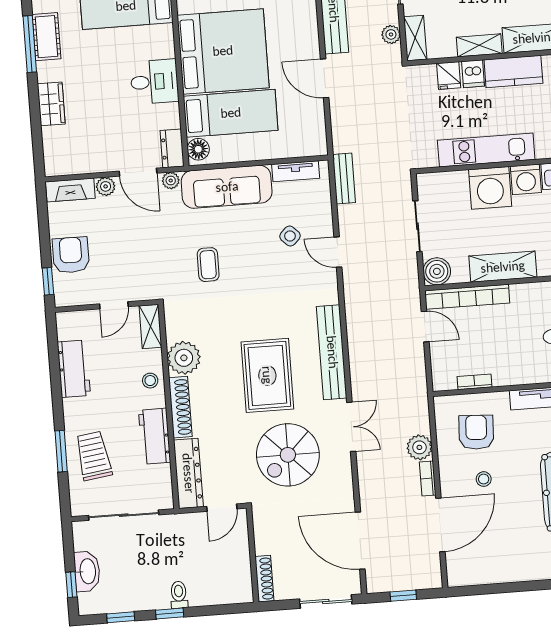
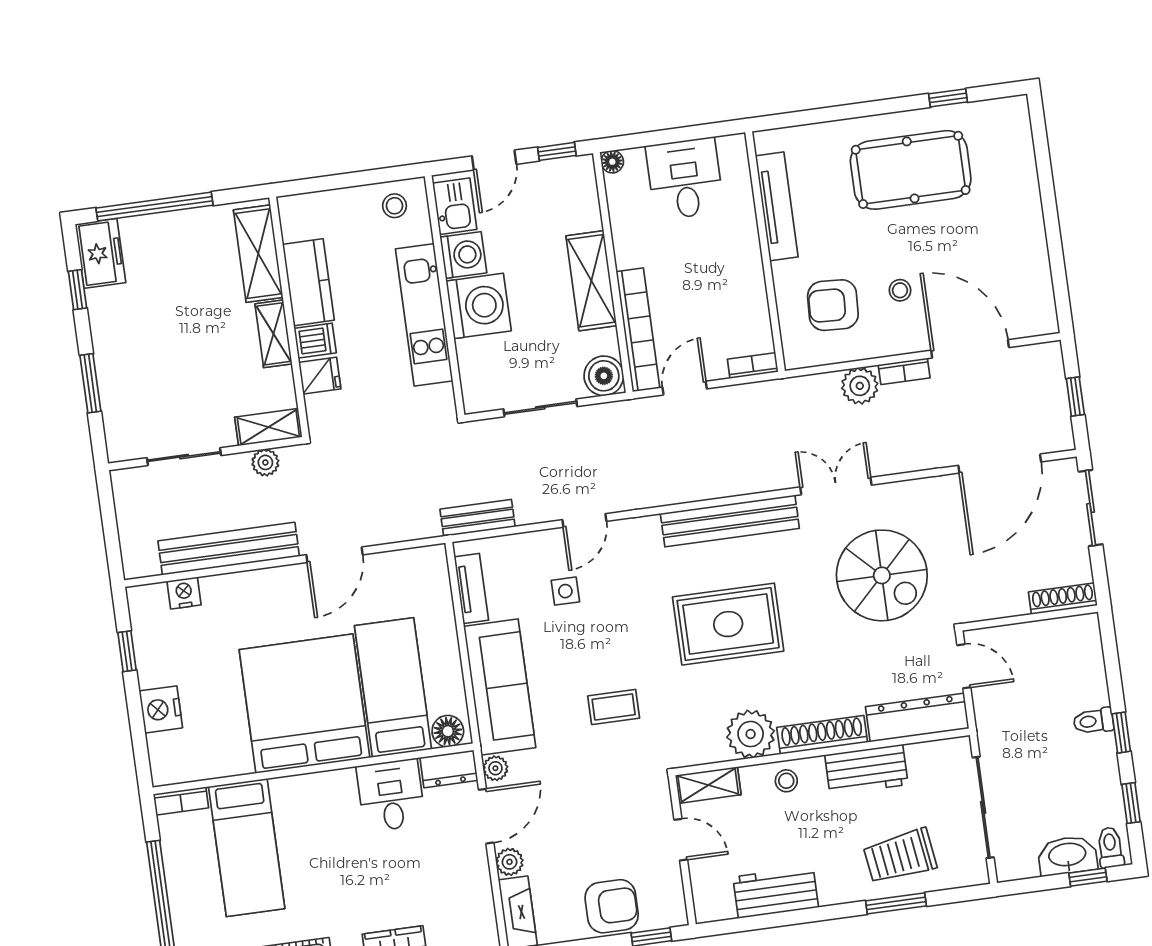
desk: (154, 82) -> (391, 795), moved
side table: (290, 236) -> (565, 591), turned 45
armchair: (71, 255) -> (612, 906), turned 180
rug: (267, 375) -> (728, 624), moved
bookcase: (474, 382) -> (753, 366), moved, turned 90
toilet: (91, 601) -> (1110, 847), added

